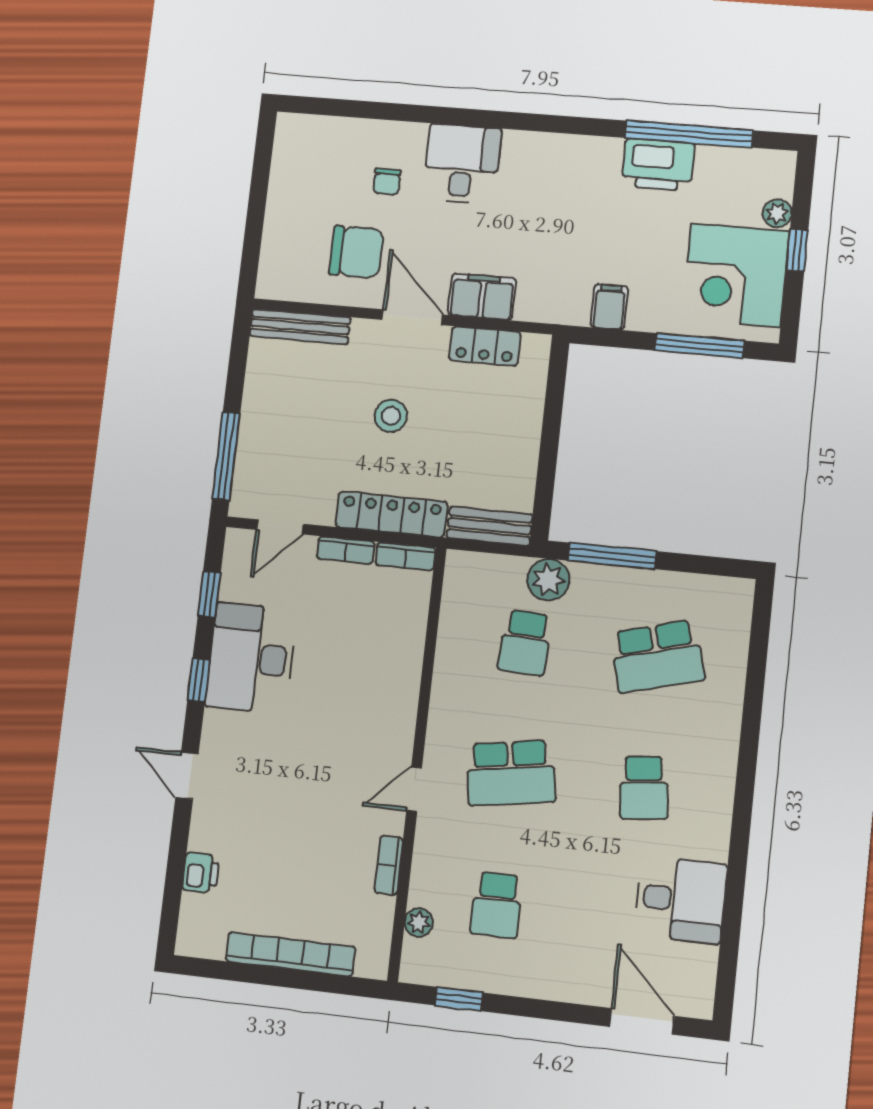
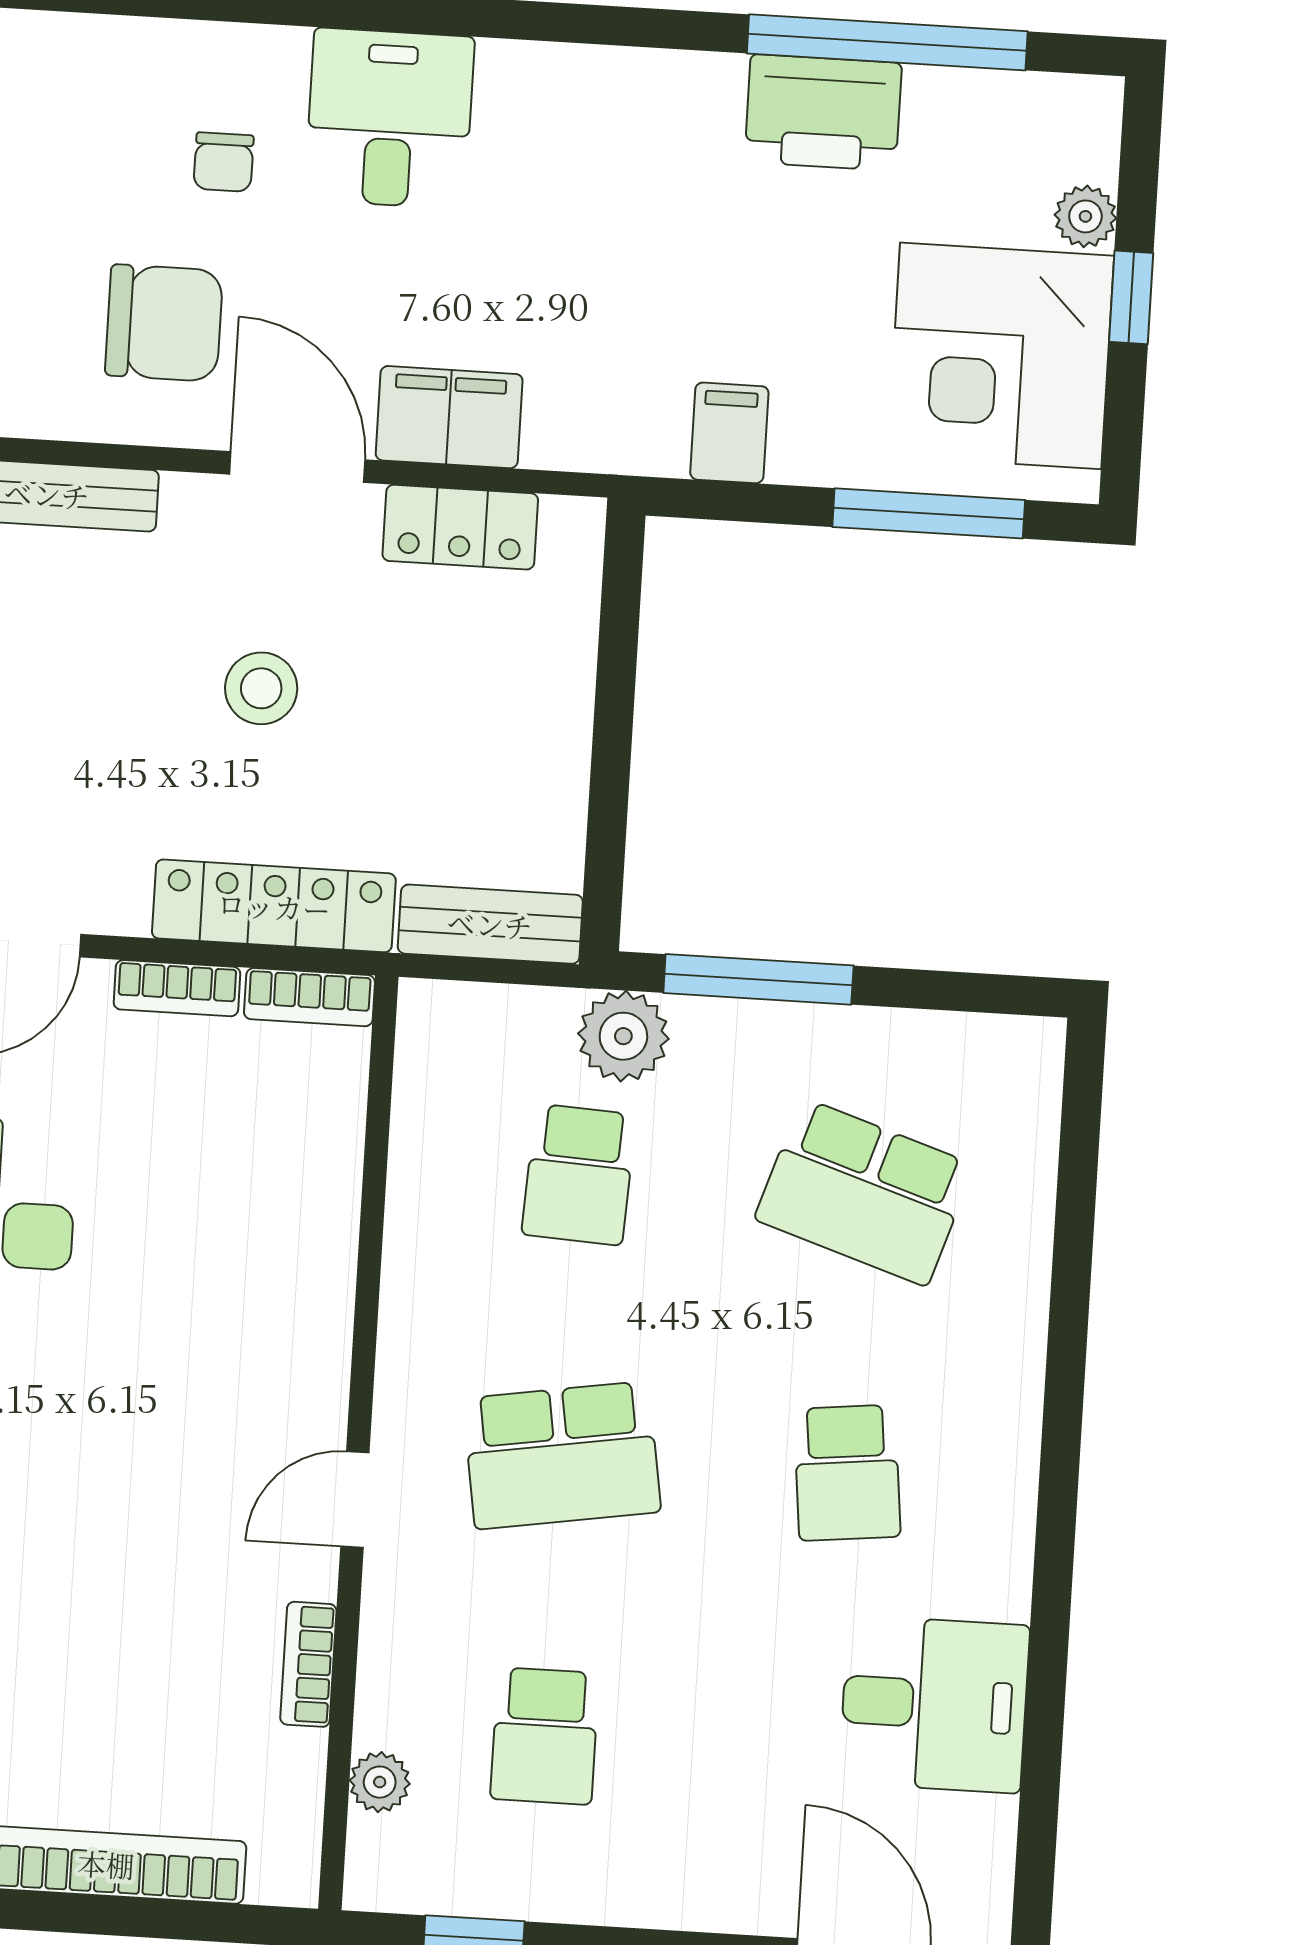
school desk: (657, 656) -> (864, 1192), turned 33

